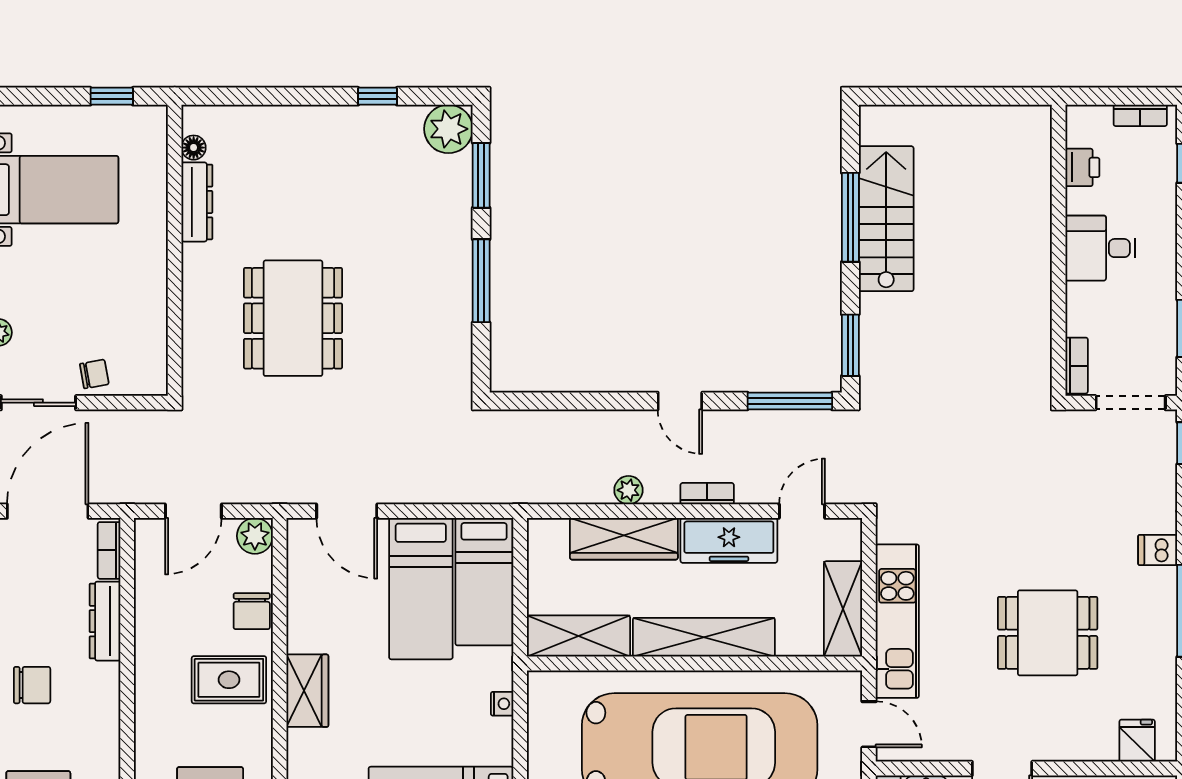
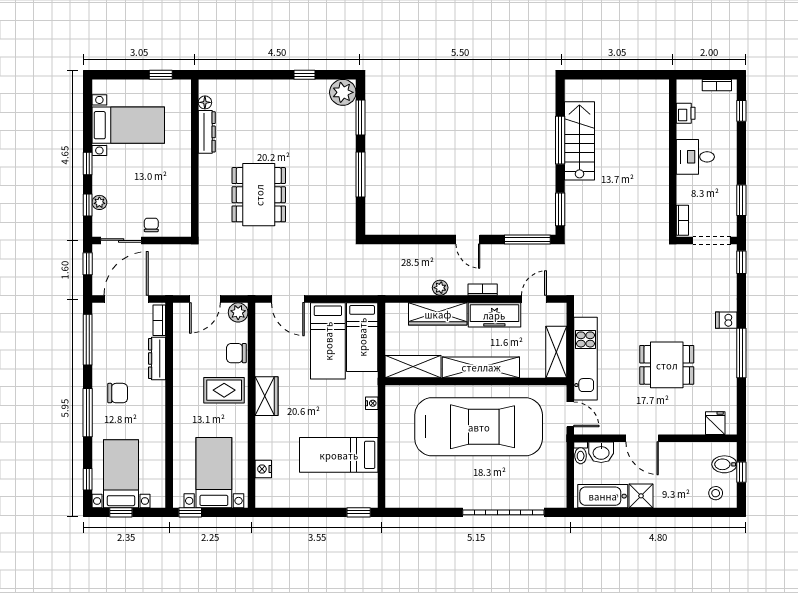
chair: (94, 374) -> (151, 225), turned -80
chair: (252, 611) -> (236, 353), turned 90

